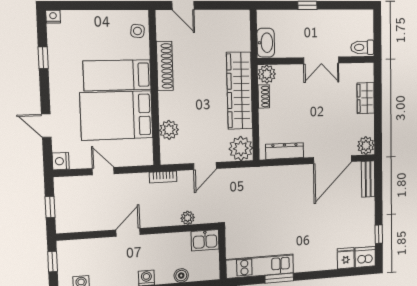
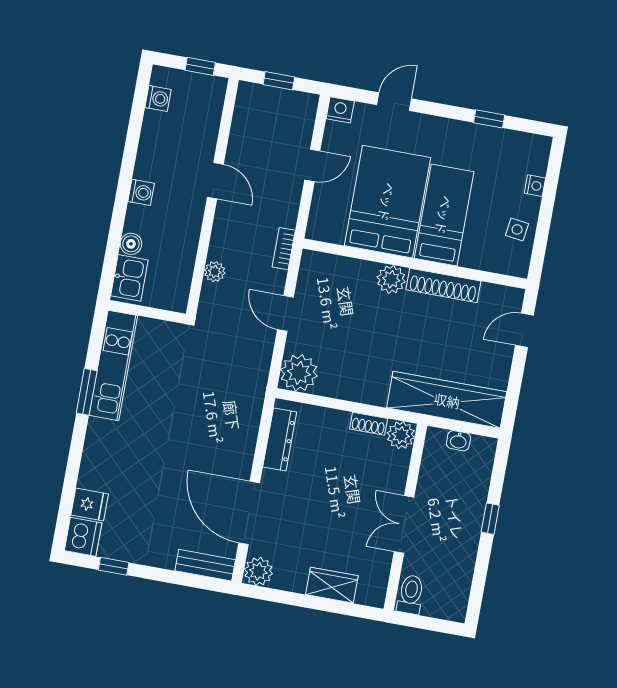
nightstand: (53, 17) -> (535, 186), moved
side table: (137, 31) -> (517, 229), moved
washbasin: (266, 43) -> (458, 441), width x0.52, depth x0.69
wardrobe: (240, 91) -> (447, 400), moved
plant: (169, 130) -> (391, 279), moved
kitchen sink: (205, 240) -> (129, 278), moved, turned 180

